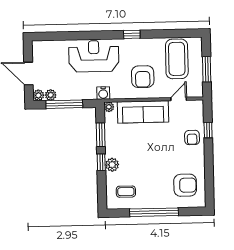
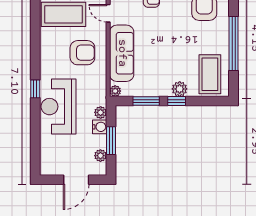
window: (132, 34) -> (35, 89), moved
water cooler: (103, 93) -> (100, 127), moved
plant: (38, 95) -> (101, 112), moved
window: (64, 104) -> (111, 141), width x0.69
coffee table: (126, 192) -> (210, 74), width x1.86, depth x1.72

